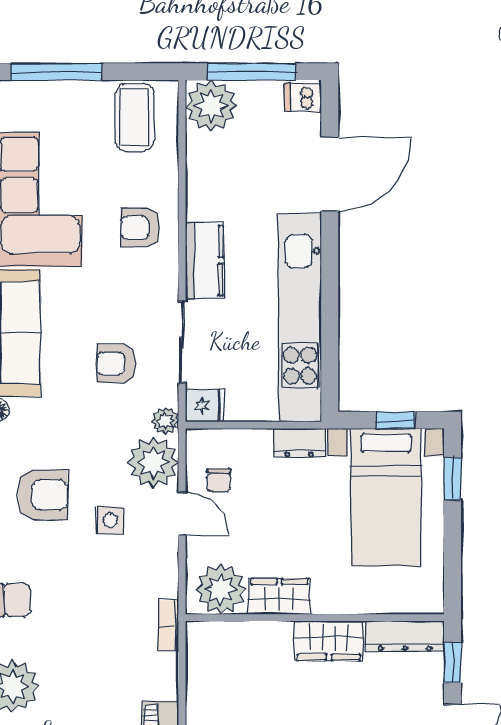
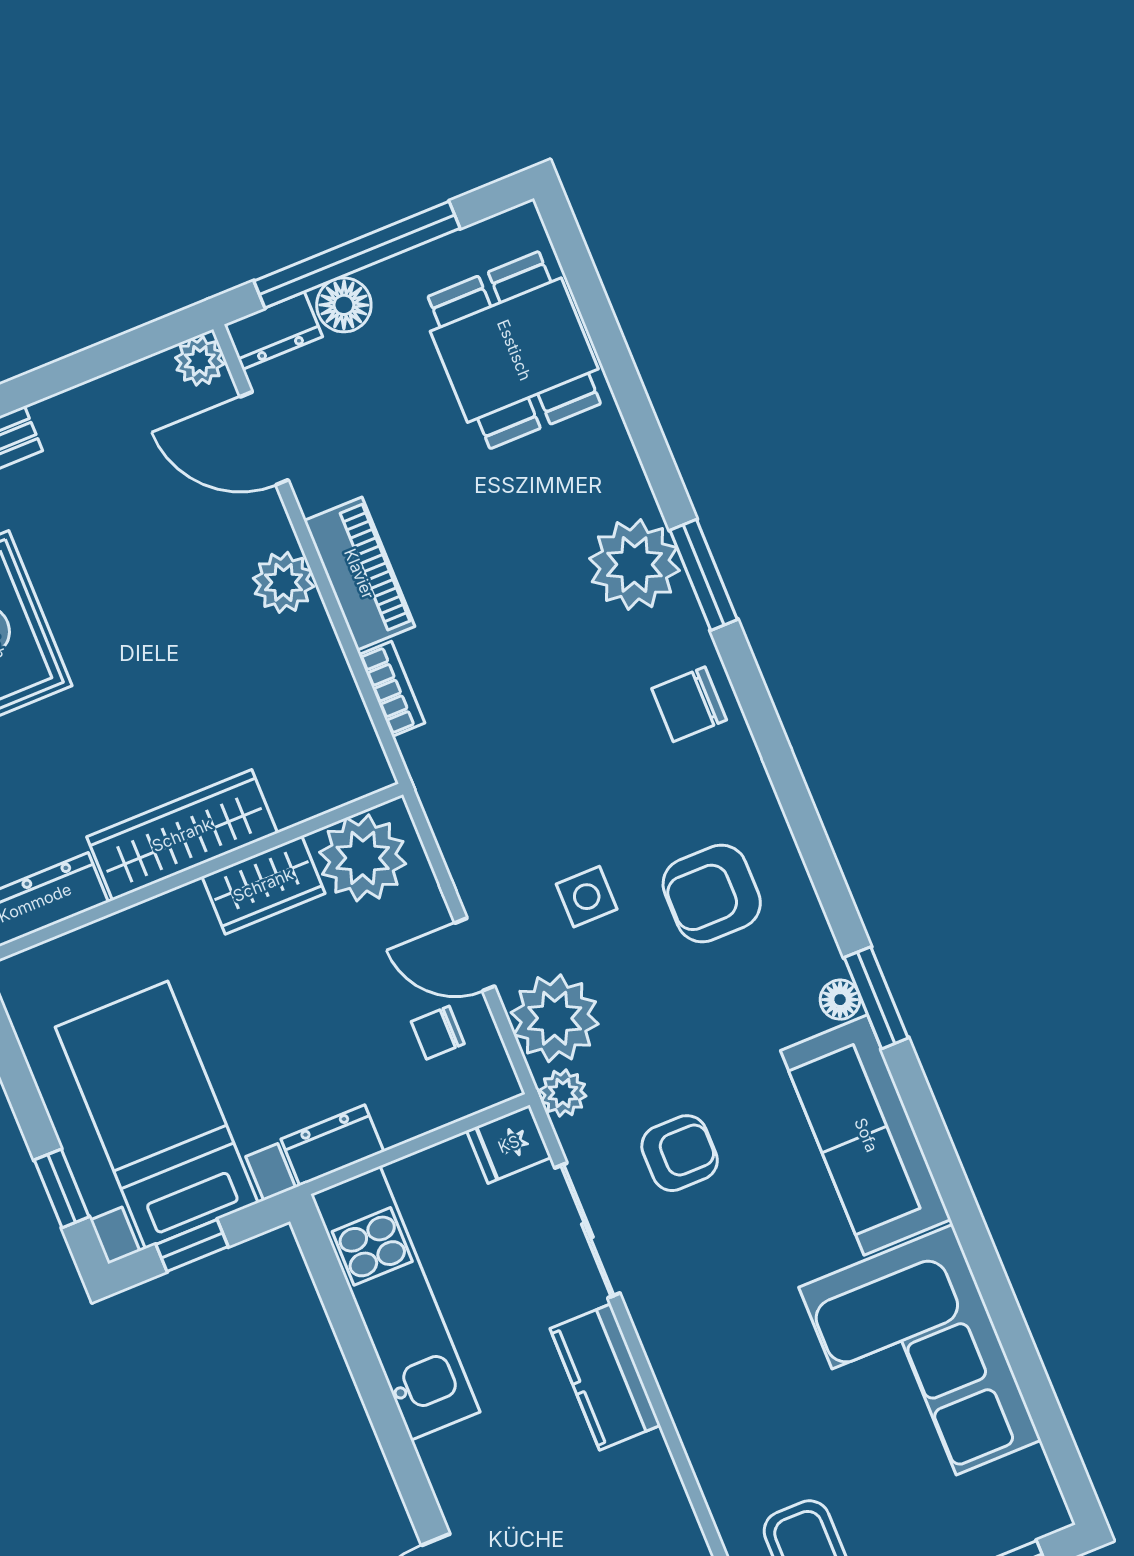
armchair: (140, 228) -> (730, 1388), removed
kitchen unit: (300, 318) -> (395, 1303), width x0.73
chair: (219, 480) -> (438, 1033), turned -90
bookcase: (169, 626) -> (392, 689), moved
wardrobe: (329, 641) -> (182, 835), width x1.50

